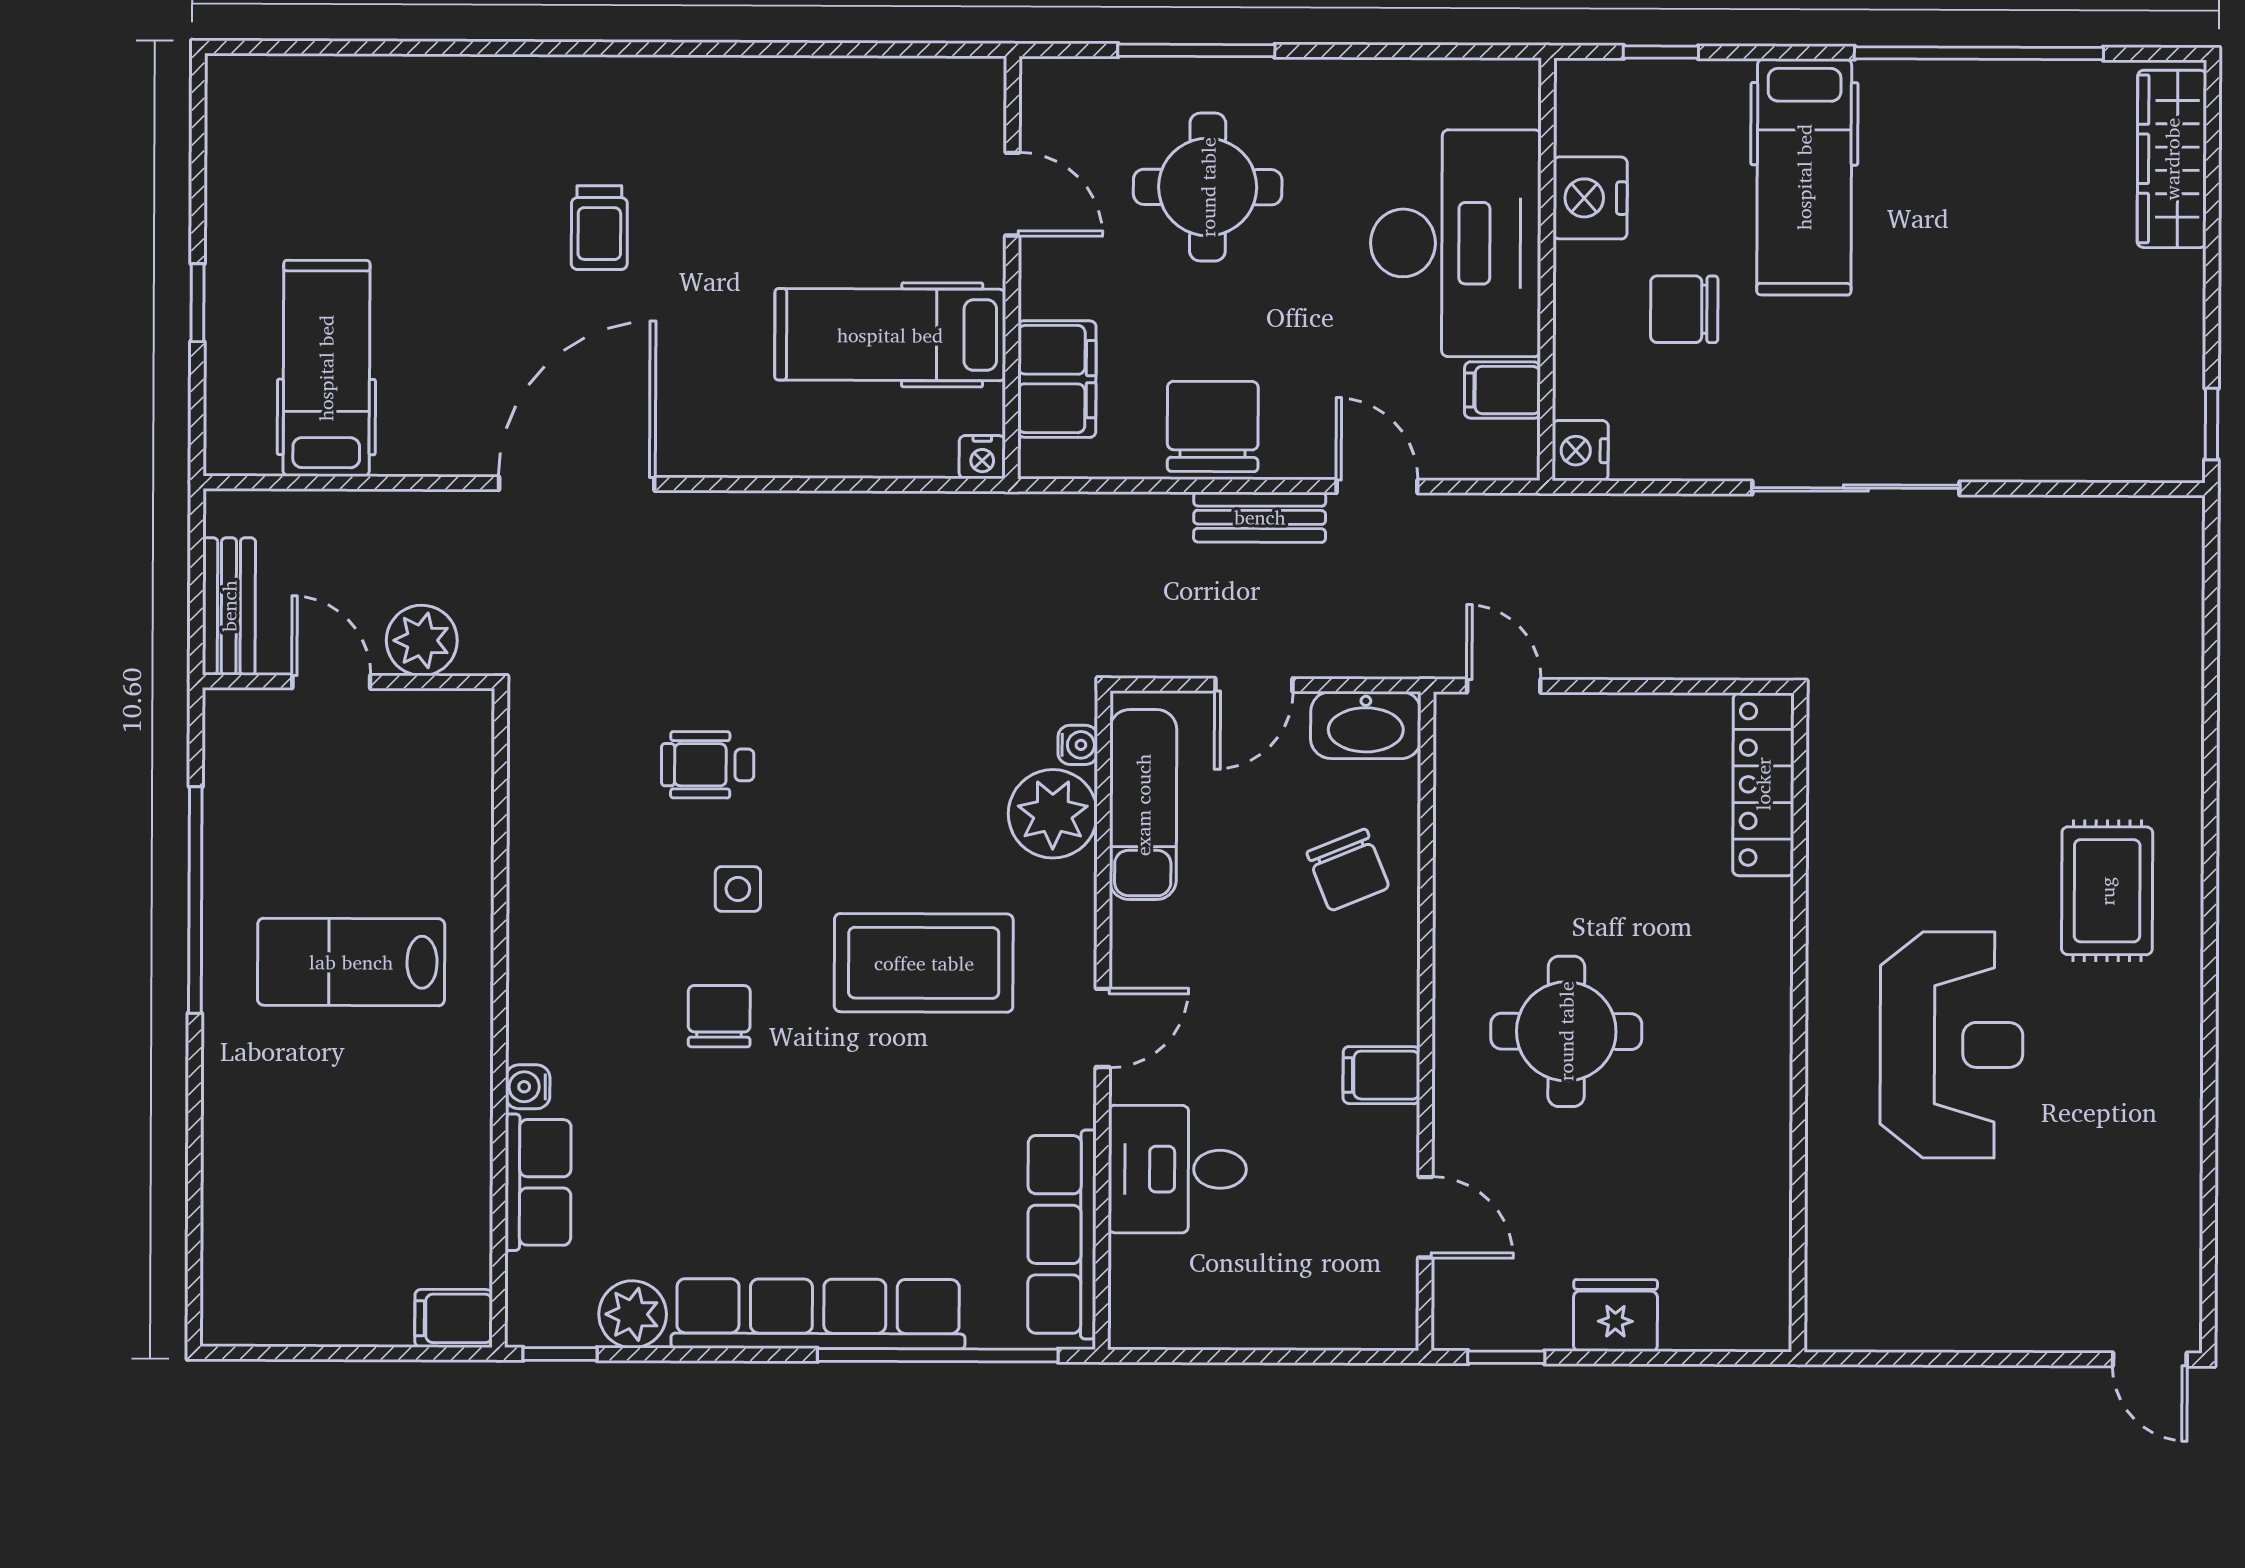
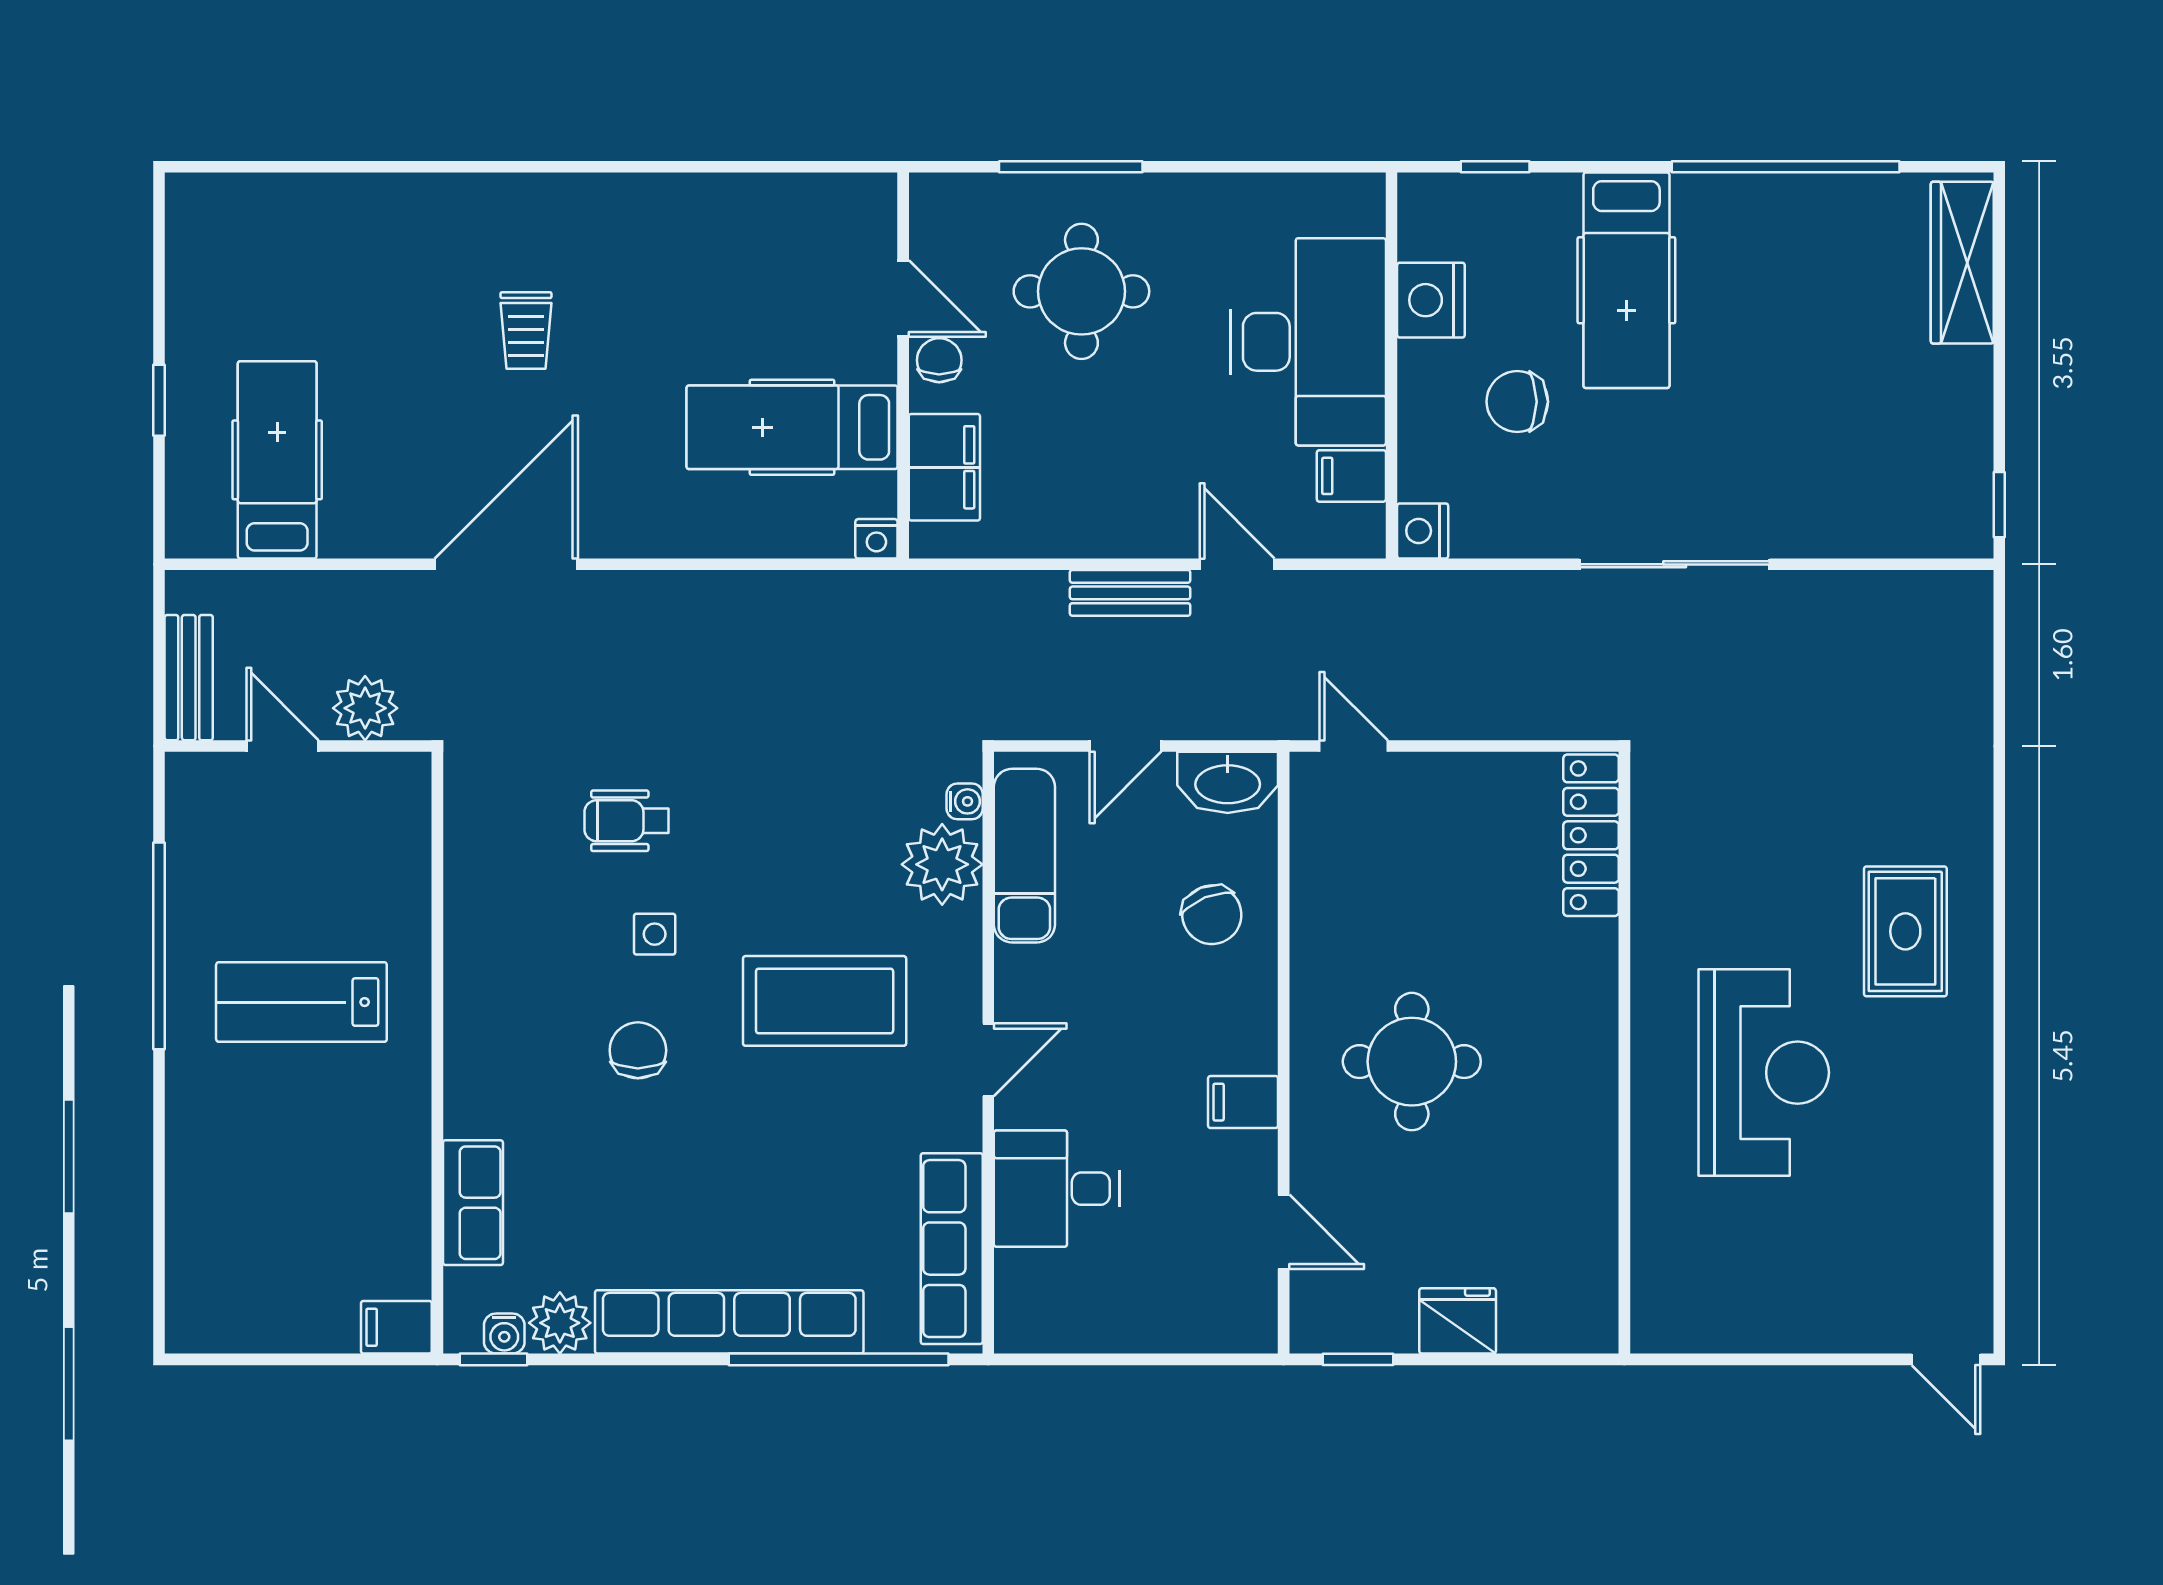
chair: (1213, 426) -> (939, 360), moved, width x0.54, depth x0.54
water cooler: (528, 1087) -> (504, 1334), moved, turned -90

